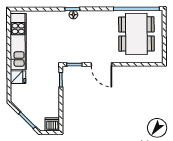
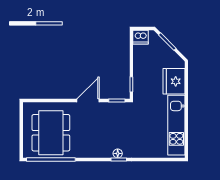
door: (101, 64) -> (88, 101), hinge flipped
fridge: (18, 77) -> (174, 81), width x1.88, depth x1.34

